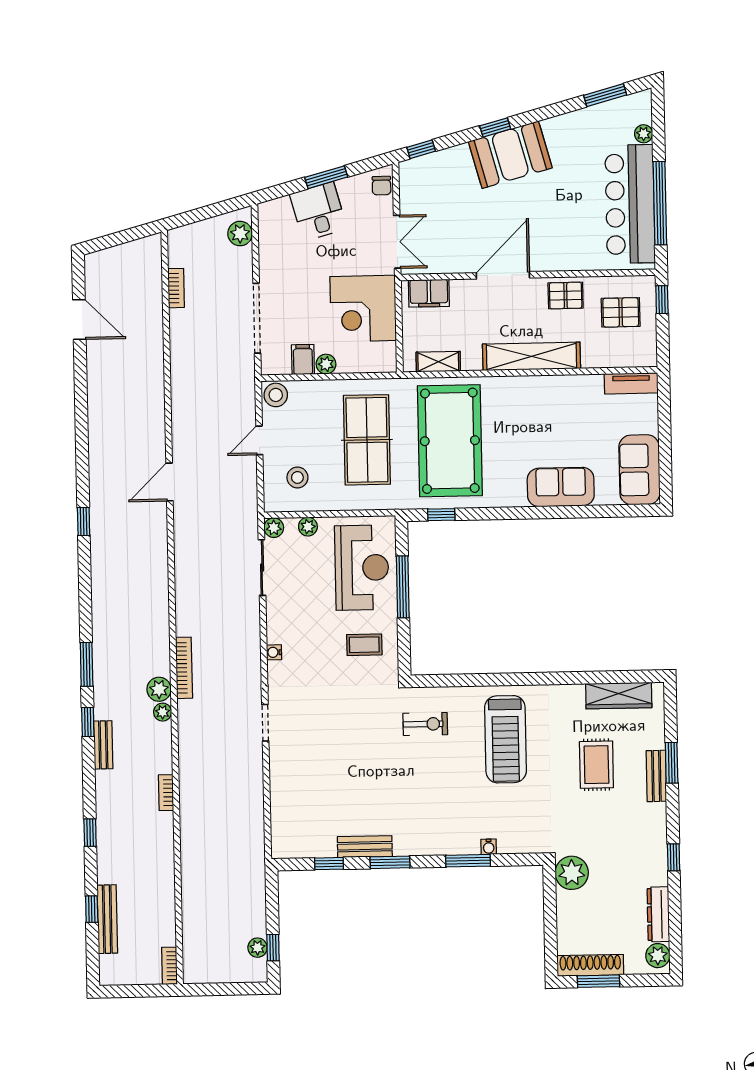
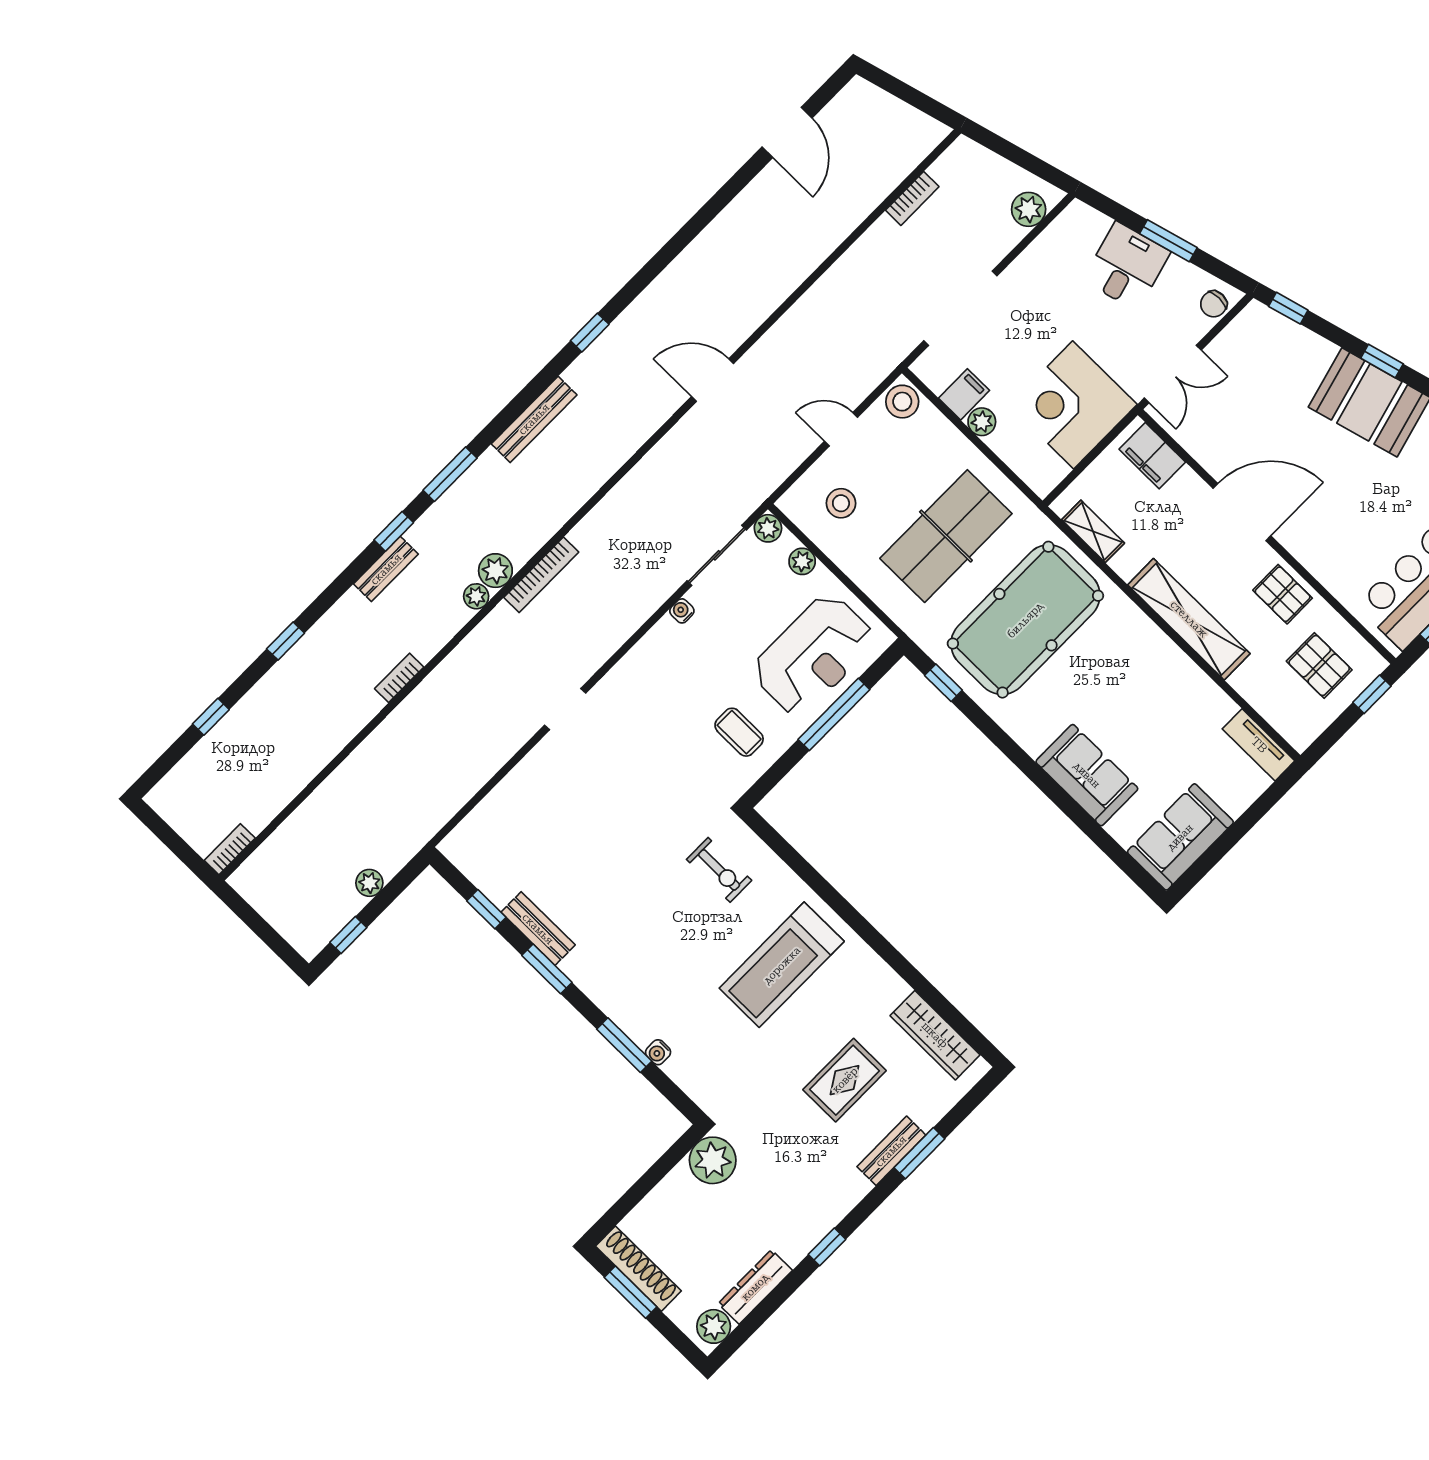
water cooler: (274, 652) -> (682, 611), moved
bench: (107, 919) -> (534, 419), moved
plant: (258, 948) -> (369, 883), moved

